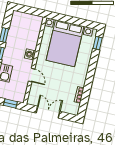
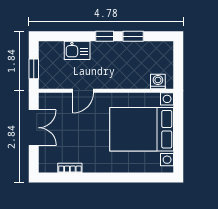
window: (98, 43) -> (153, 178), removed
washing machine: (30, 54) -> (158, 81), moved

